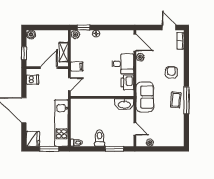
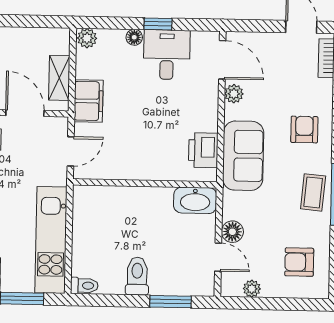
window: (84, 27) -> (158, 24), moved
desk: (123, 64) -> (167, 55), moved, turned -90
filing cabinet: (77, 66) -> (89, 101), width x2.00
door: (49, 68) -> (25, 113), hinge flipped
sofa: (145, 97) -> (243, 156), moved
floor lamp: (141, 118) -> (232, 232), added
armchair: (170, 130) -> (299, 262), added

